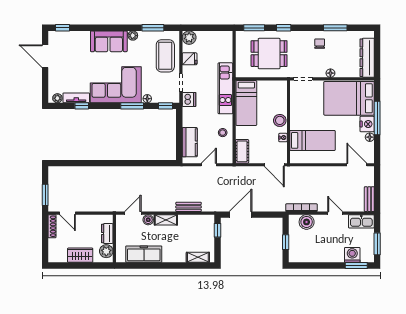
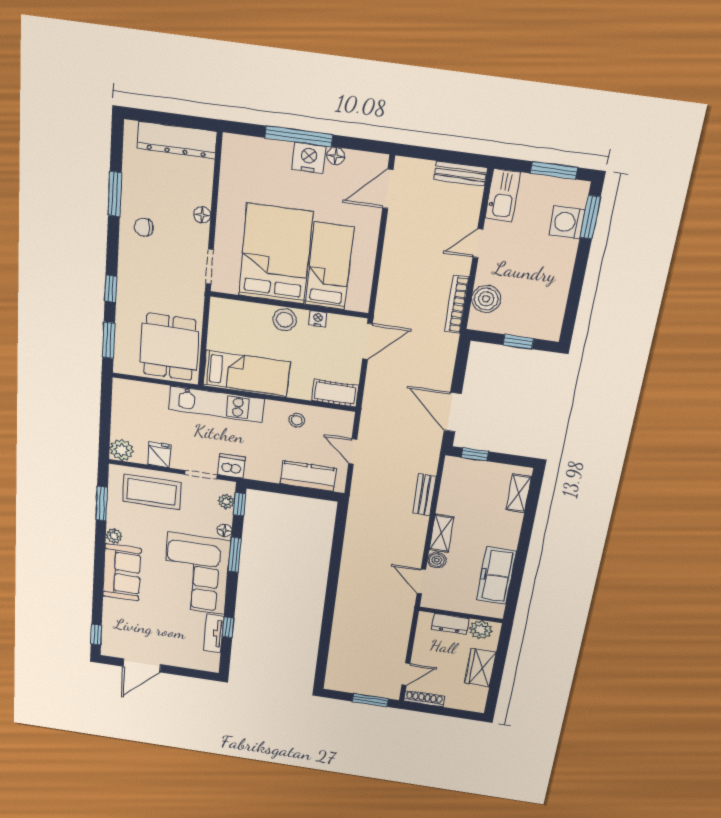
dining table: (269, 54) -> (169, 347), moved
plant: (57, 98) -> (226, 501), moved
bed: (349, 98) -> (276, 254), moved, turned 180

